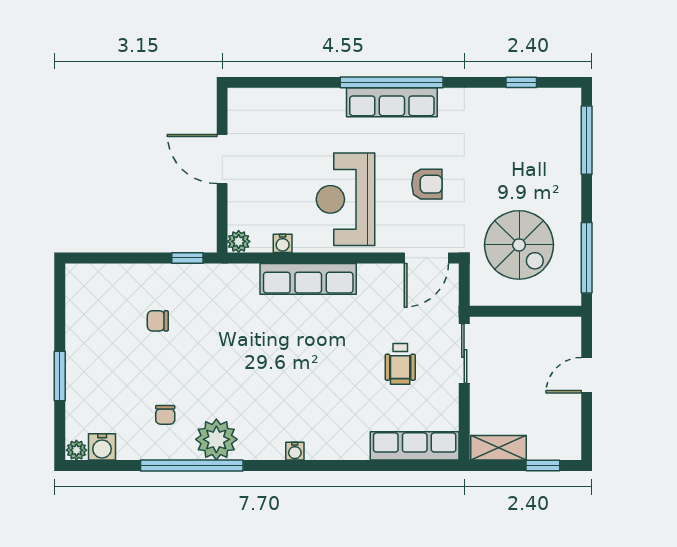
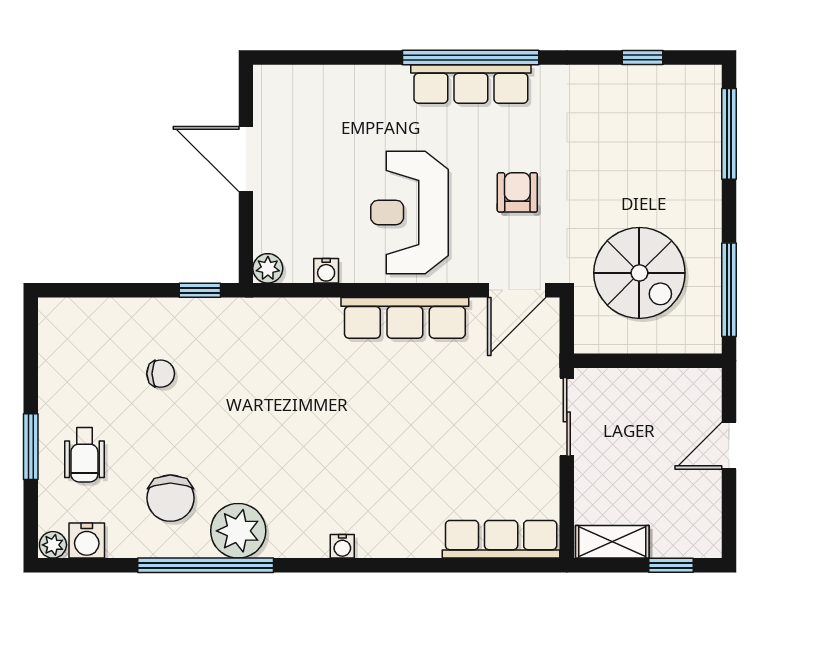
armchair: (427, 184) -> (517, 192), turned -90
row of seats: (308, 279) -> (405, 318), moved
chair: (158, 321) -> (161, 374), turned 180
wheelchair: (400, 364) -> (84, 455), moved
chair: (165, 415) -> (170, 498), width x1.87, depth x1.87

